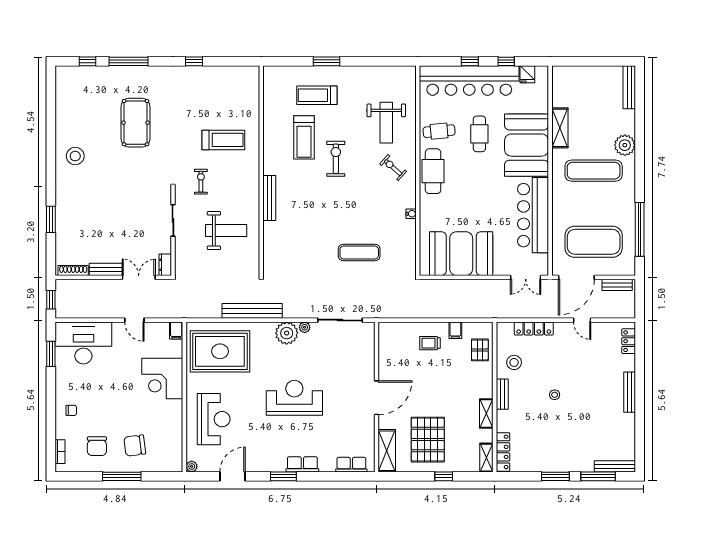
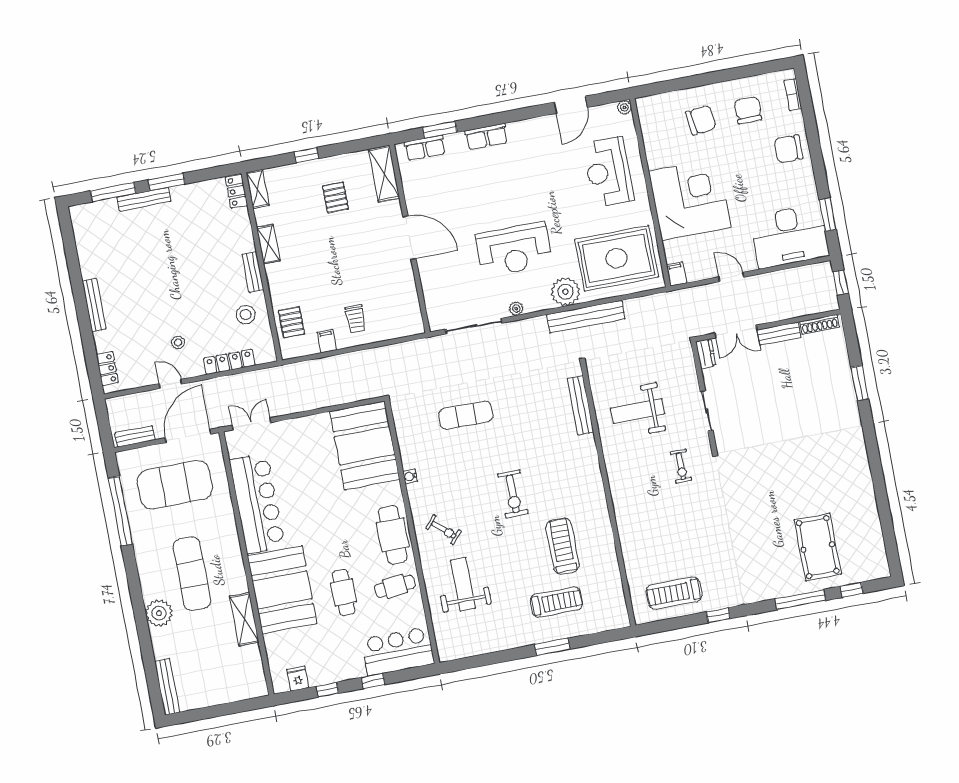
bar counter: (469, 80) -> (398, 651), width x0.54
pool table: (136, 123) -> (818, 547), moved
treadmill: (223, 140) -> (674, 593), moved
stool: (75, 156) -> (844, 468), removed
exercise bike: (336, 159) -> (513, 494), moved
exercise mat: (594, 171) -> (192, 574), turned 90
bench: (269, 198) -> (581, 405), moved
booth: (461, 254) -> (365, 446), moved, turned 90
plant: (287, 333) -> (566, 292), moved
trolley: (430, 343) -> (356, 319), turned 90
corner desk: (162, 379) -> (690, 199), width x1.36, depth x1.36
stool: (555, 395) -> (178, 342), moved
reception desk: (294, 398) -> (514, 250), moved
door: (377, 398) -> (409, 238), swing flipped
chair: (71, 410) -> (789, 149), width x1.87, depth x1.87
pallet: (428, 440) -> (335, 197), width x0.49, depth x0.50
locker: (503, 452) -> (236, 191), width x0.66
bench: (615, 466) -> (144, 199), moved
window: (122, 476) -> (709, 78), removed
window: (283, 476) -> (440, 130), moved

